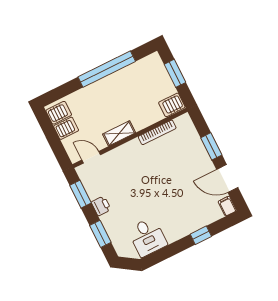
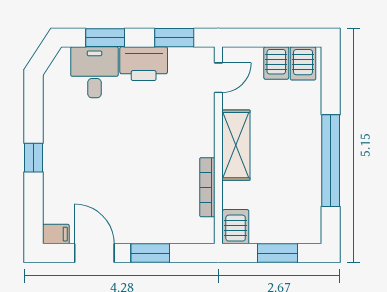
shelving: (119, 133) -> (236, 145), width x1.50, depth x1.33
door: (227, 179) -> (94, 253), hinge flipped
printer: (101, 206) -> (144, 64), width x1.87, depth x1.48
window: (201, 235) -> (34, 158), moved
desk: (147, 237) -> (94, 72), moved, turned 90

